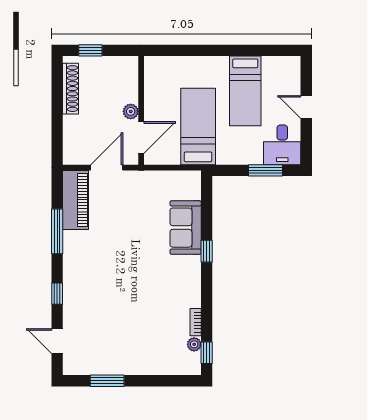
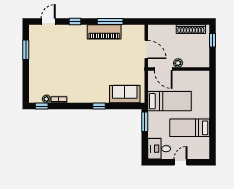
window: (265, 170) -> (145, 122), moved
piano: (76, 200) -> (104, 32), moved
sofa: (186, 228) -> (125, 94), moved

